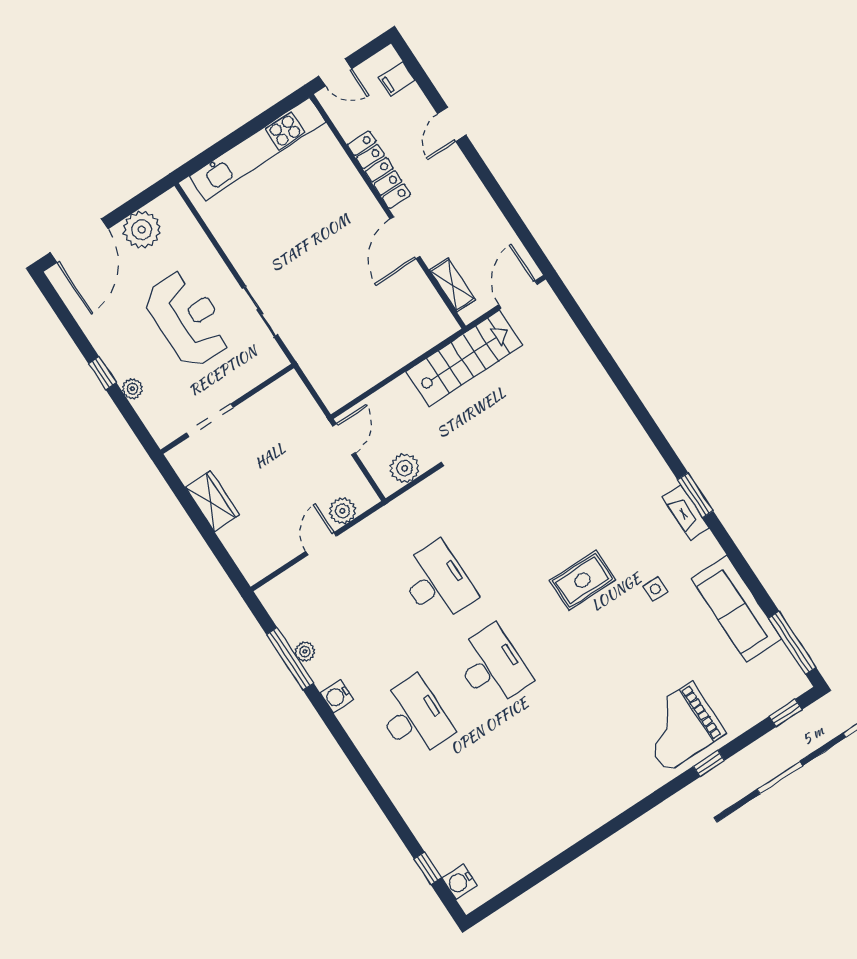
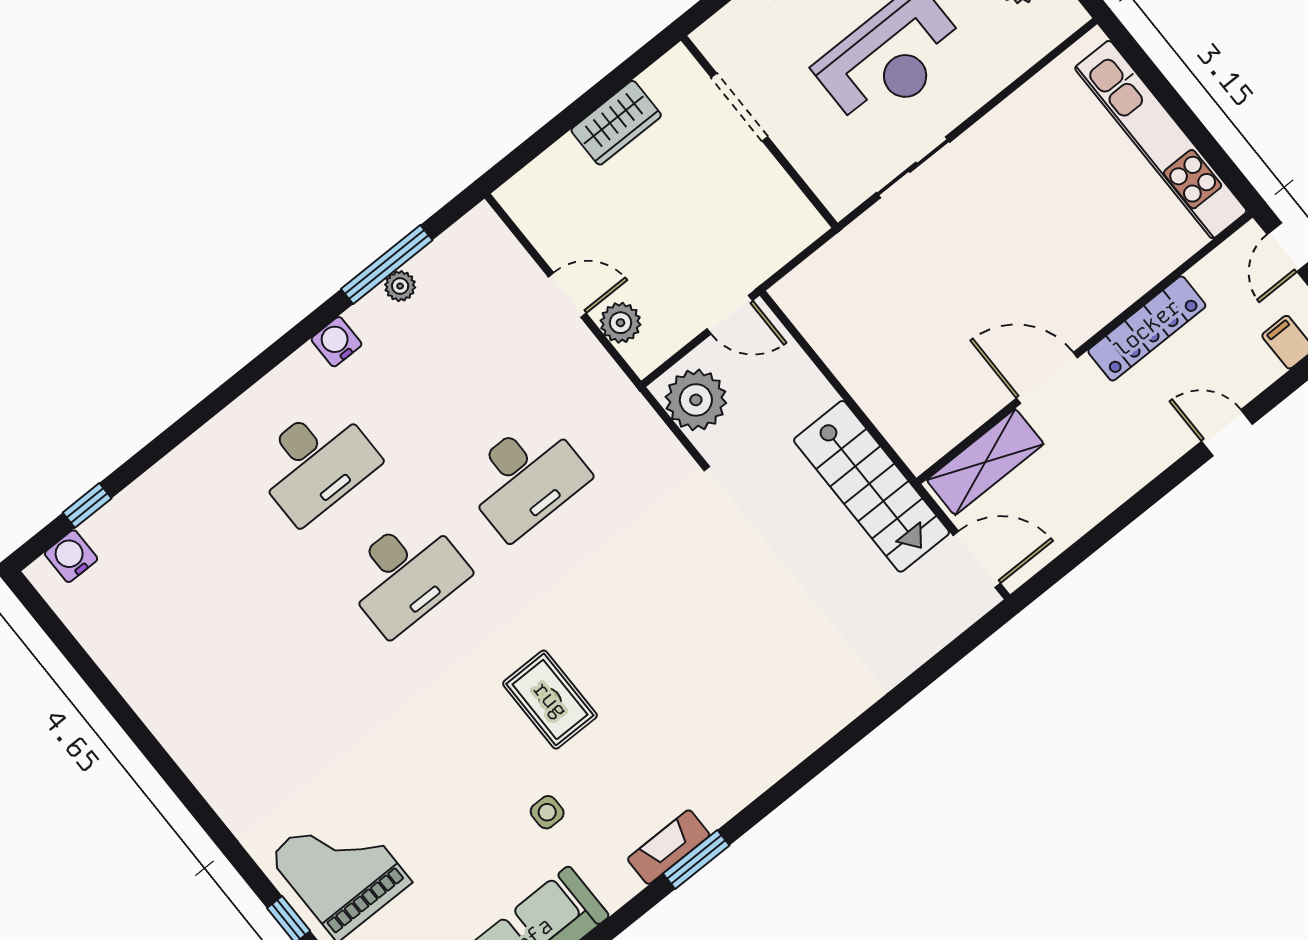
shelving: (452, 285) -> (985, 462), width x1.50, depth x1.33
plant: (405, 468) -> (696, 400), width x1.36, depth x1.36

